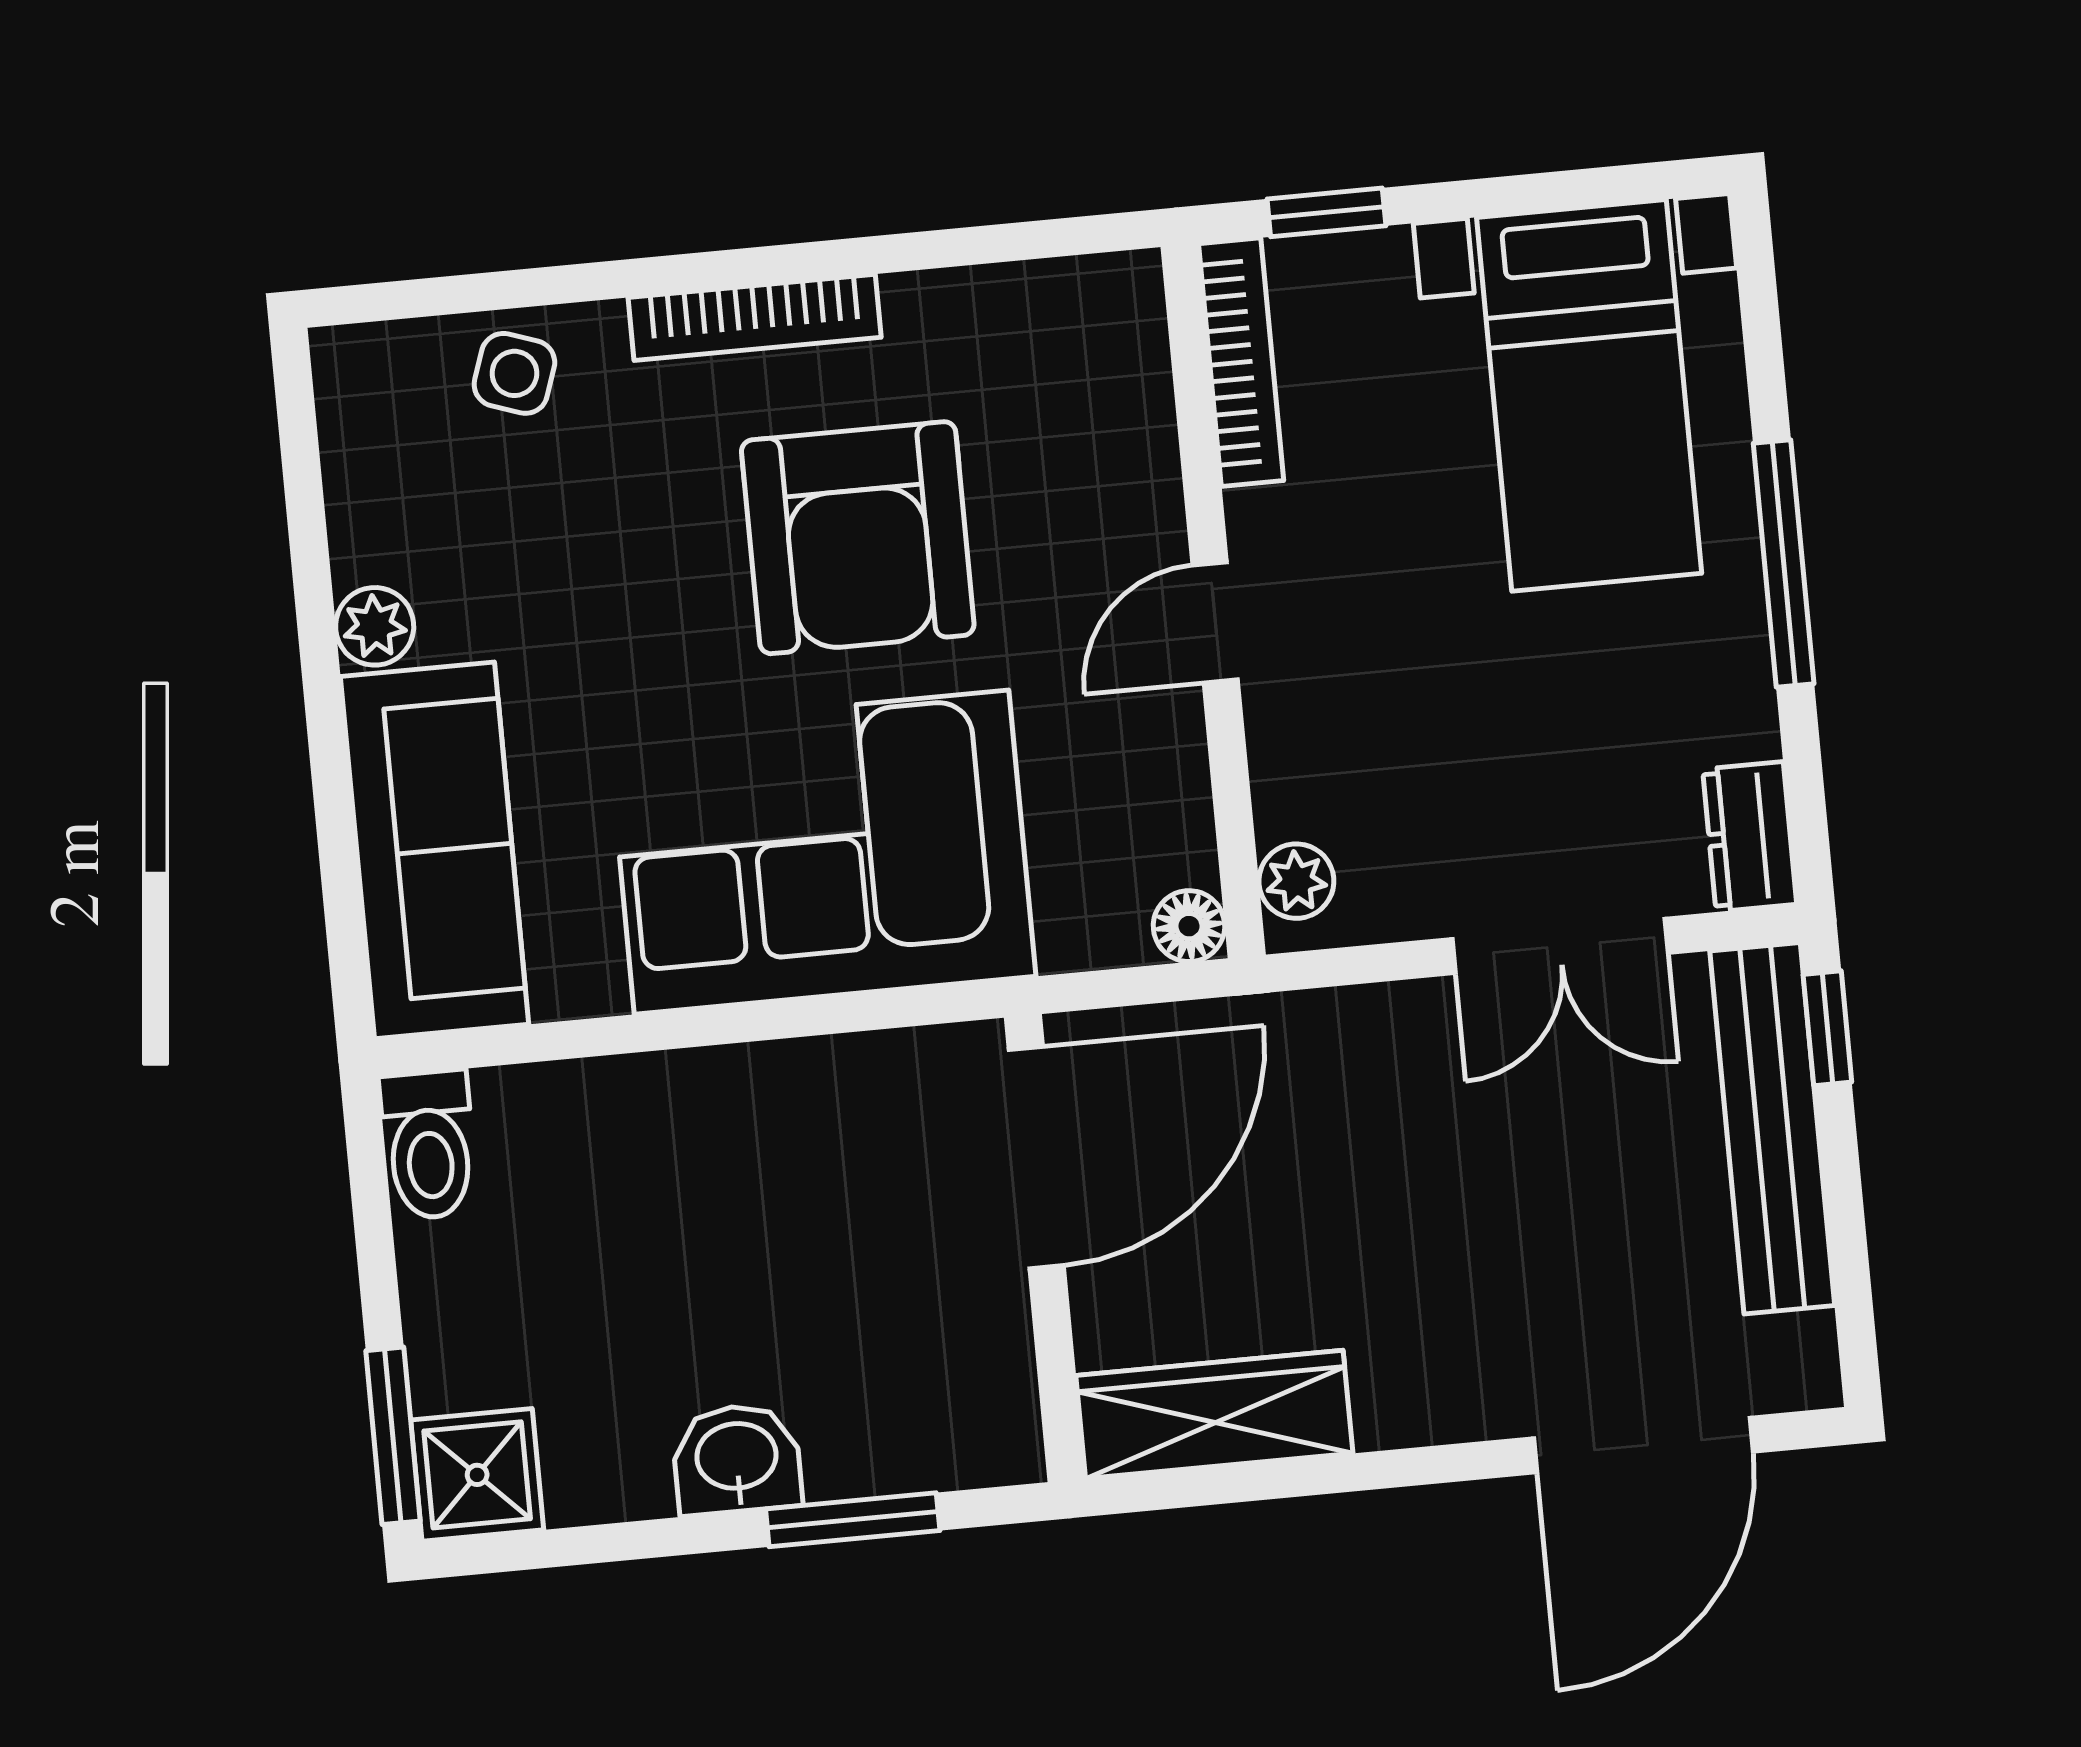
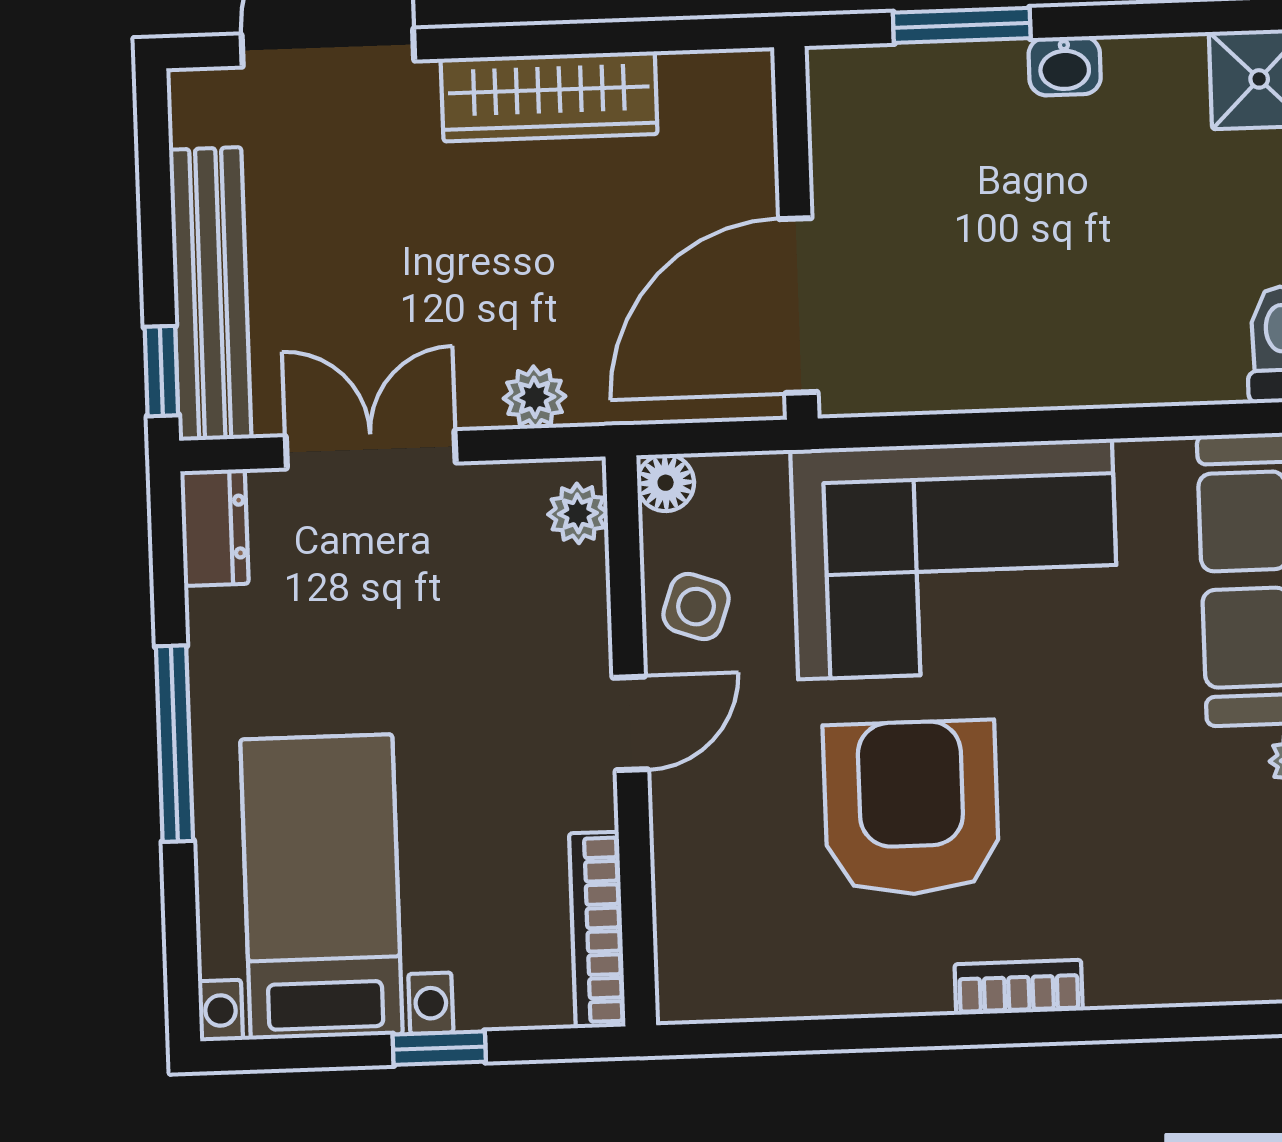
window: (1326, 212) -> (439, 1048), moved
bookcase: (755, 317) -> (1019, 987), width x0.64
side table: (514, 373) -> (696, 607), moved
plant: (1359, 1023) -> (535, 397), added
wardrobe: (1214, 1414) -> (549, 96), moved
washbasin: (737, 1459) -> (1065, 66), width x0.72, depth x0.69

